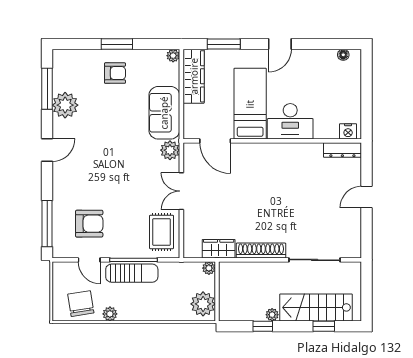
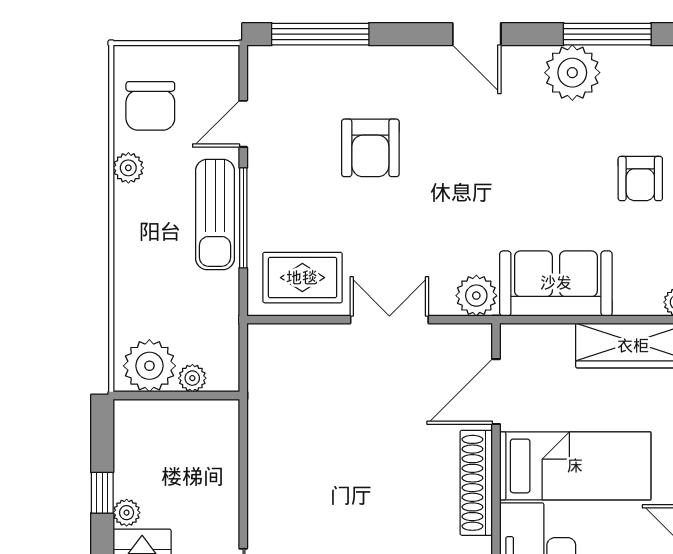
armchair: (89, 224) -> (370, 148), moved
wardrobe: (219, 249) -> (267, 399), removed
shoe rack: (261, 251) -> (476, 483), moved, turned 180
plant: (209, 268) -> (192, 378), moved
chair: (81, 304) -> (150, 106), turned 99

